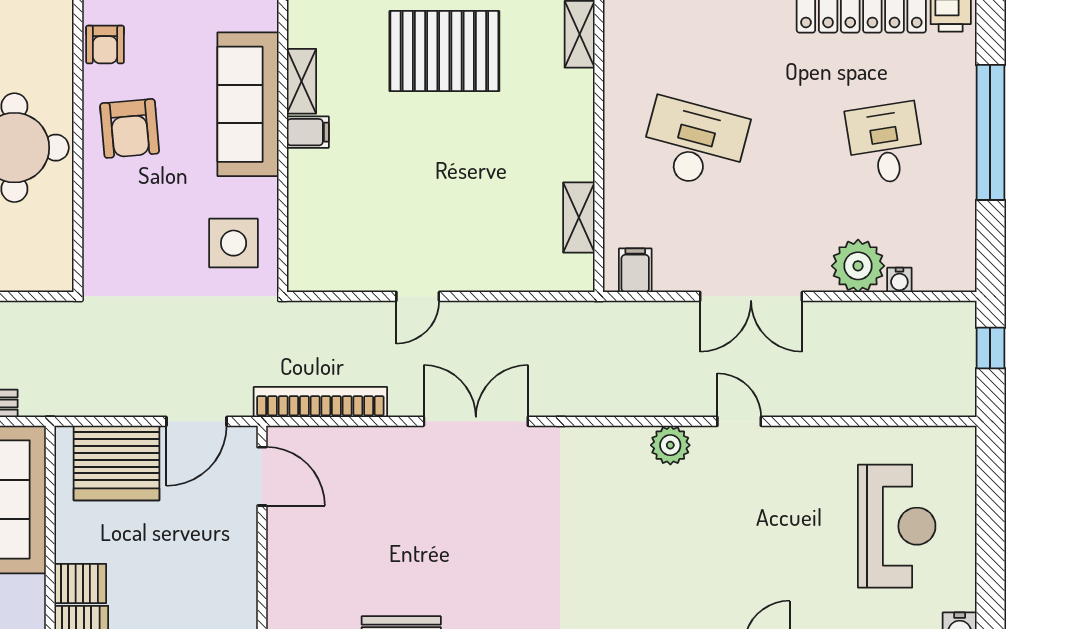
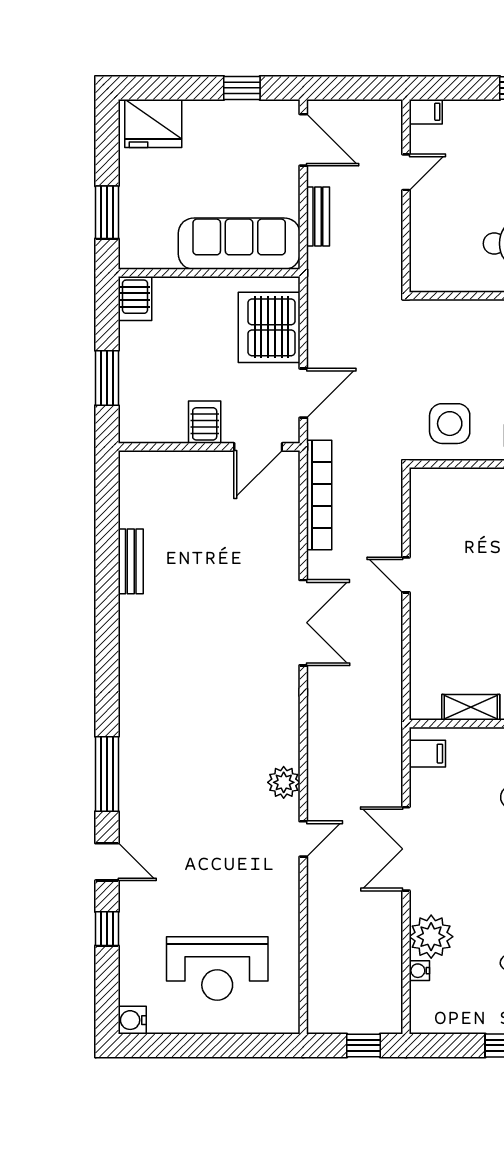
door: (196, 421) -> (303, 393), swing flipped
server rack: (80, 583) -> (205, 422), moved, turned 180

